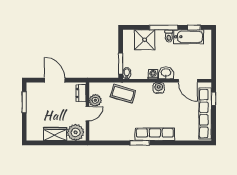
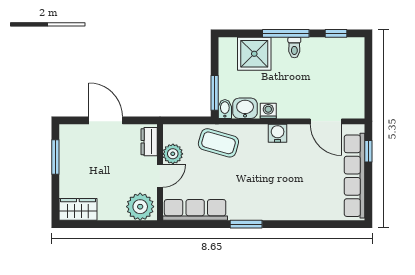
bathtub: (189, 37) -> (327, 49), removed
washbasin: (166, 73) -> (245, 108), moved
wardrobe: (55, 134) -> (78, 209), moved
row of seats: (155, 134) -> (195, 210), moved

